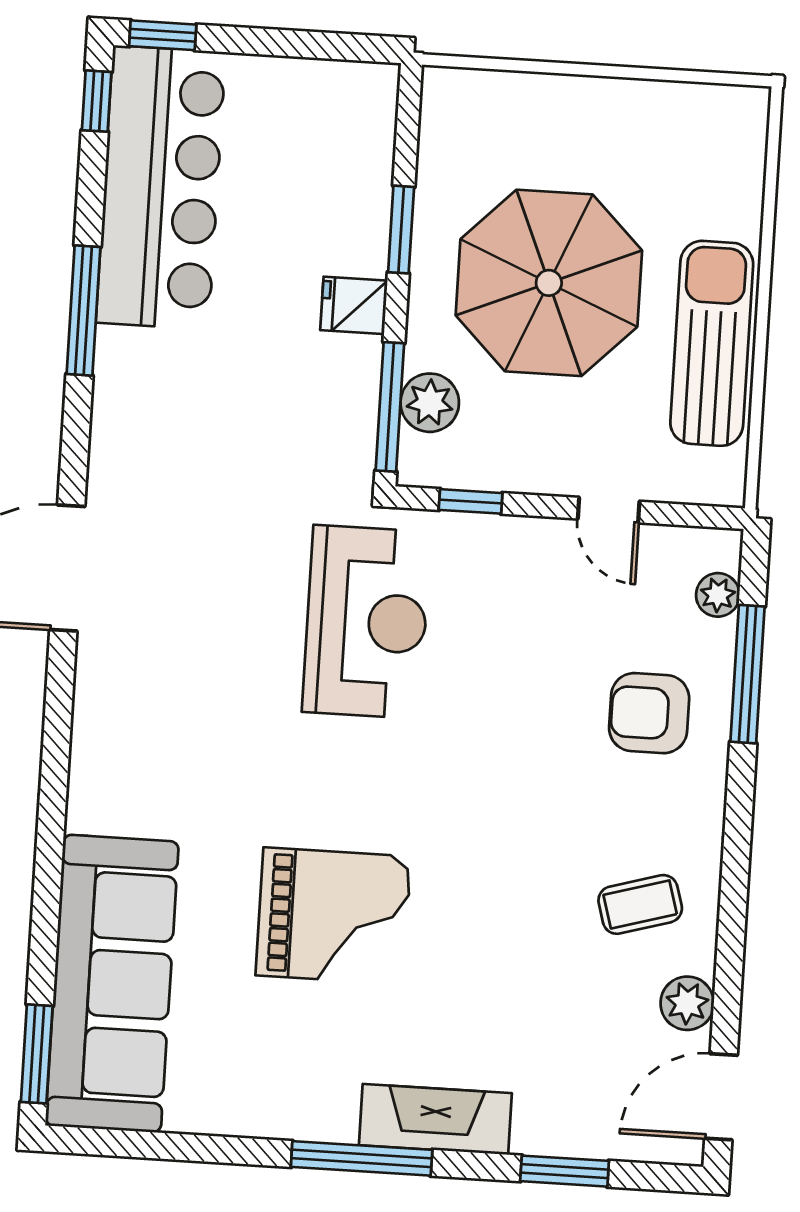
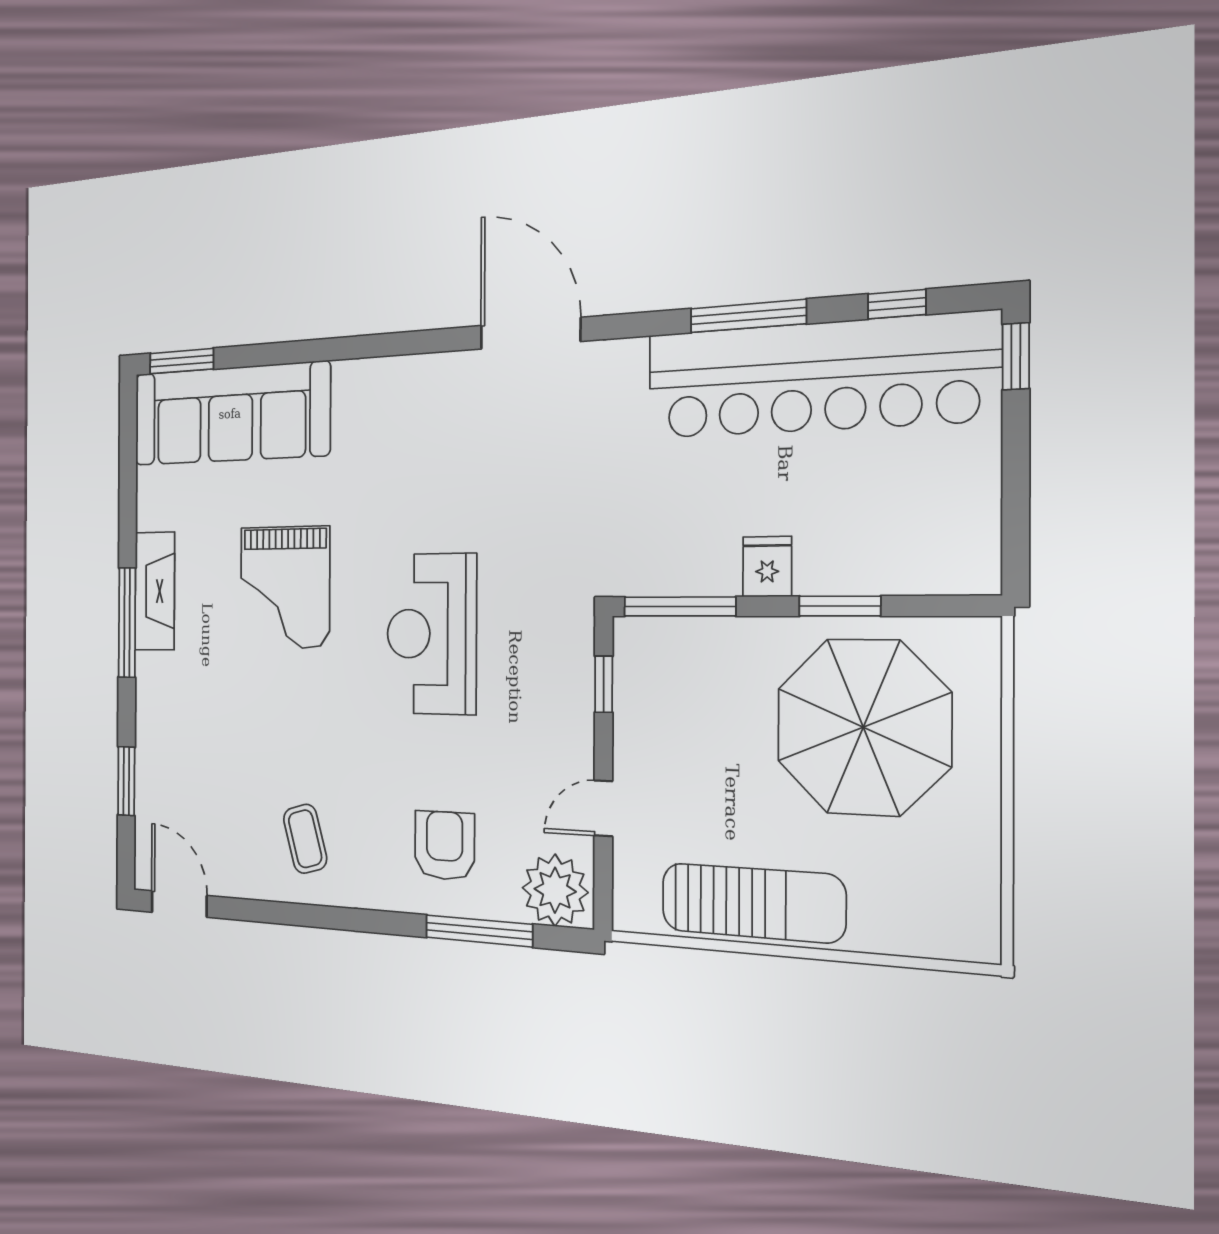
window: (97, 101) -> (897, 304), moved
bar counter: (161, 187) -> (818, 376), width x1.36
parasol: (549, 283) -> (863, 727), moved
plant: (430, 403) -> (685, 643), removed
plant: (718, 595) -> (555, 890), width x1.88, depth x1.88
reception desk: (366, 622) -> (432, 634), moved, turned 90
plant: (687, 1003) -> (239, 877), removed
fireplace: (435, 1119) -> (155, 591), moved

